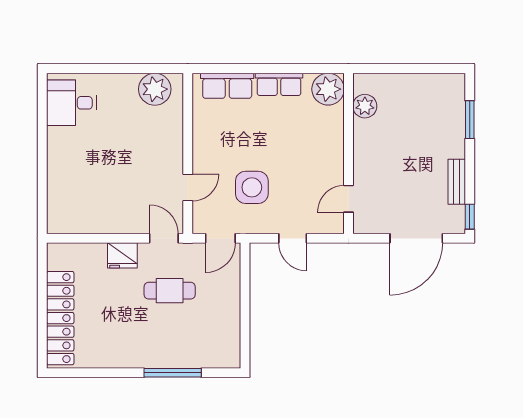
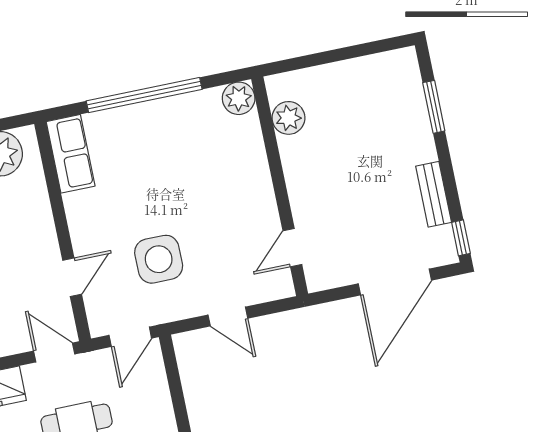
window: (266, 69) -> (144, 95), added
row of seats: (279, 84) -> (167, 113), removed
row of seats: (227, 86) -> (71, 154), moved, turned -90
plant: (328, 89) -> (239, 98), width x0.73, depth x0.73

